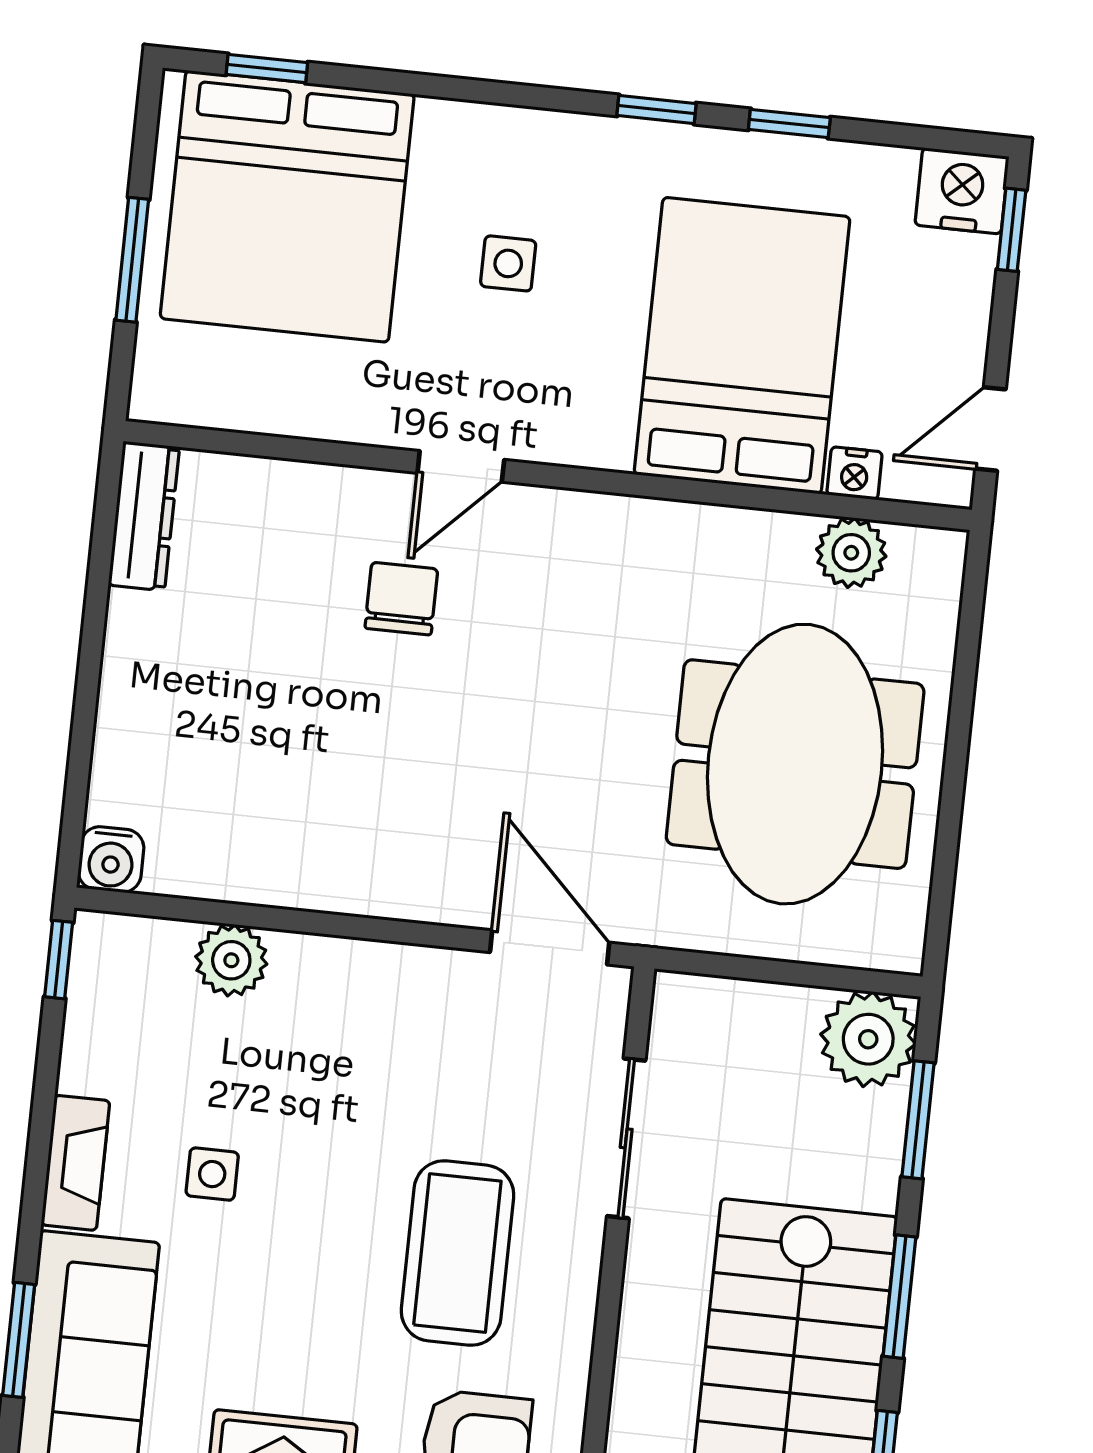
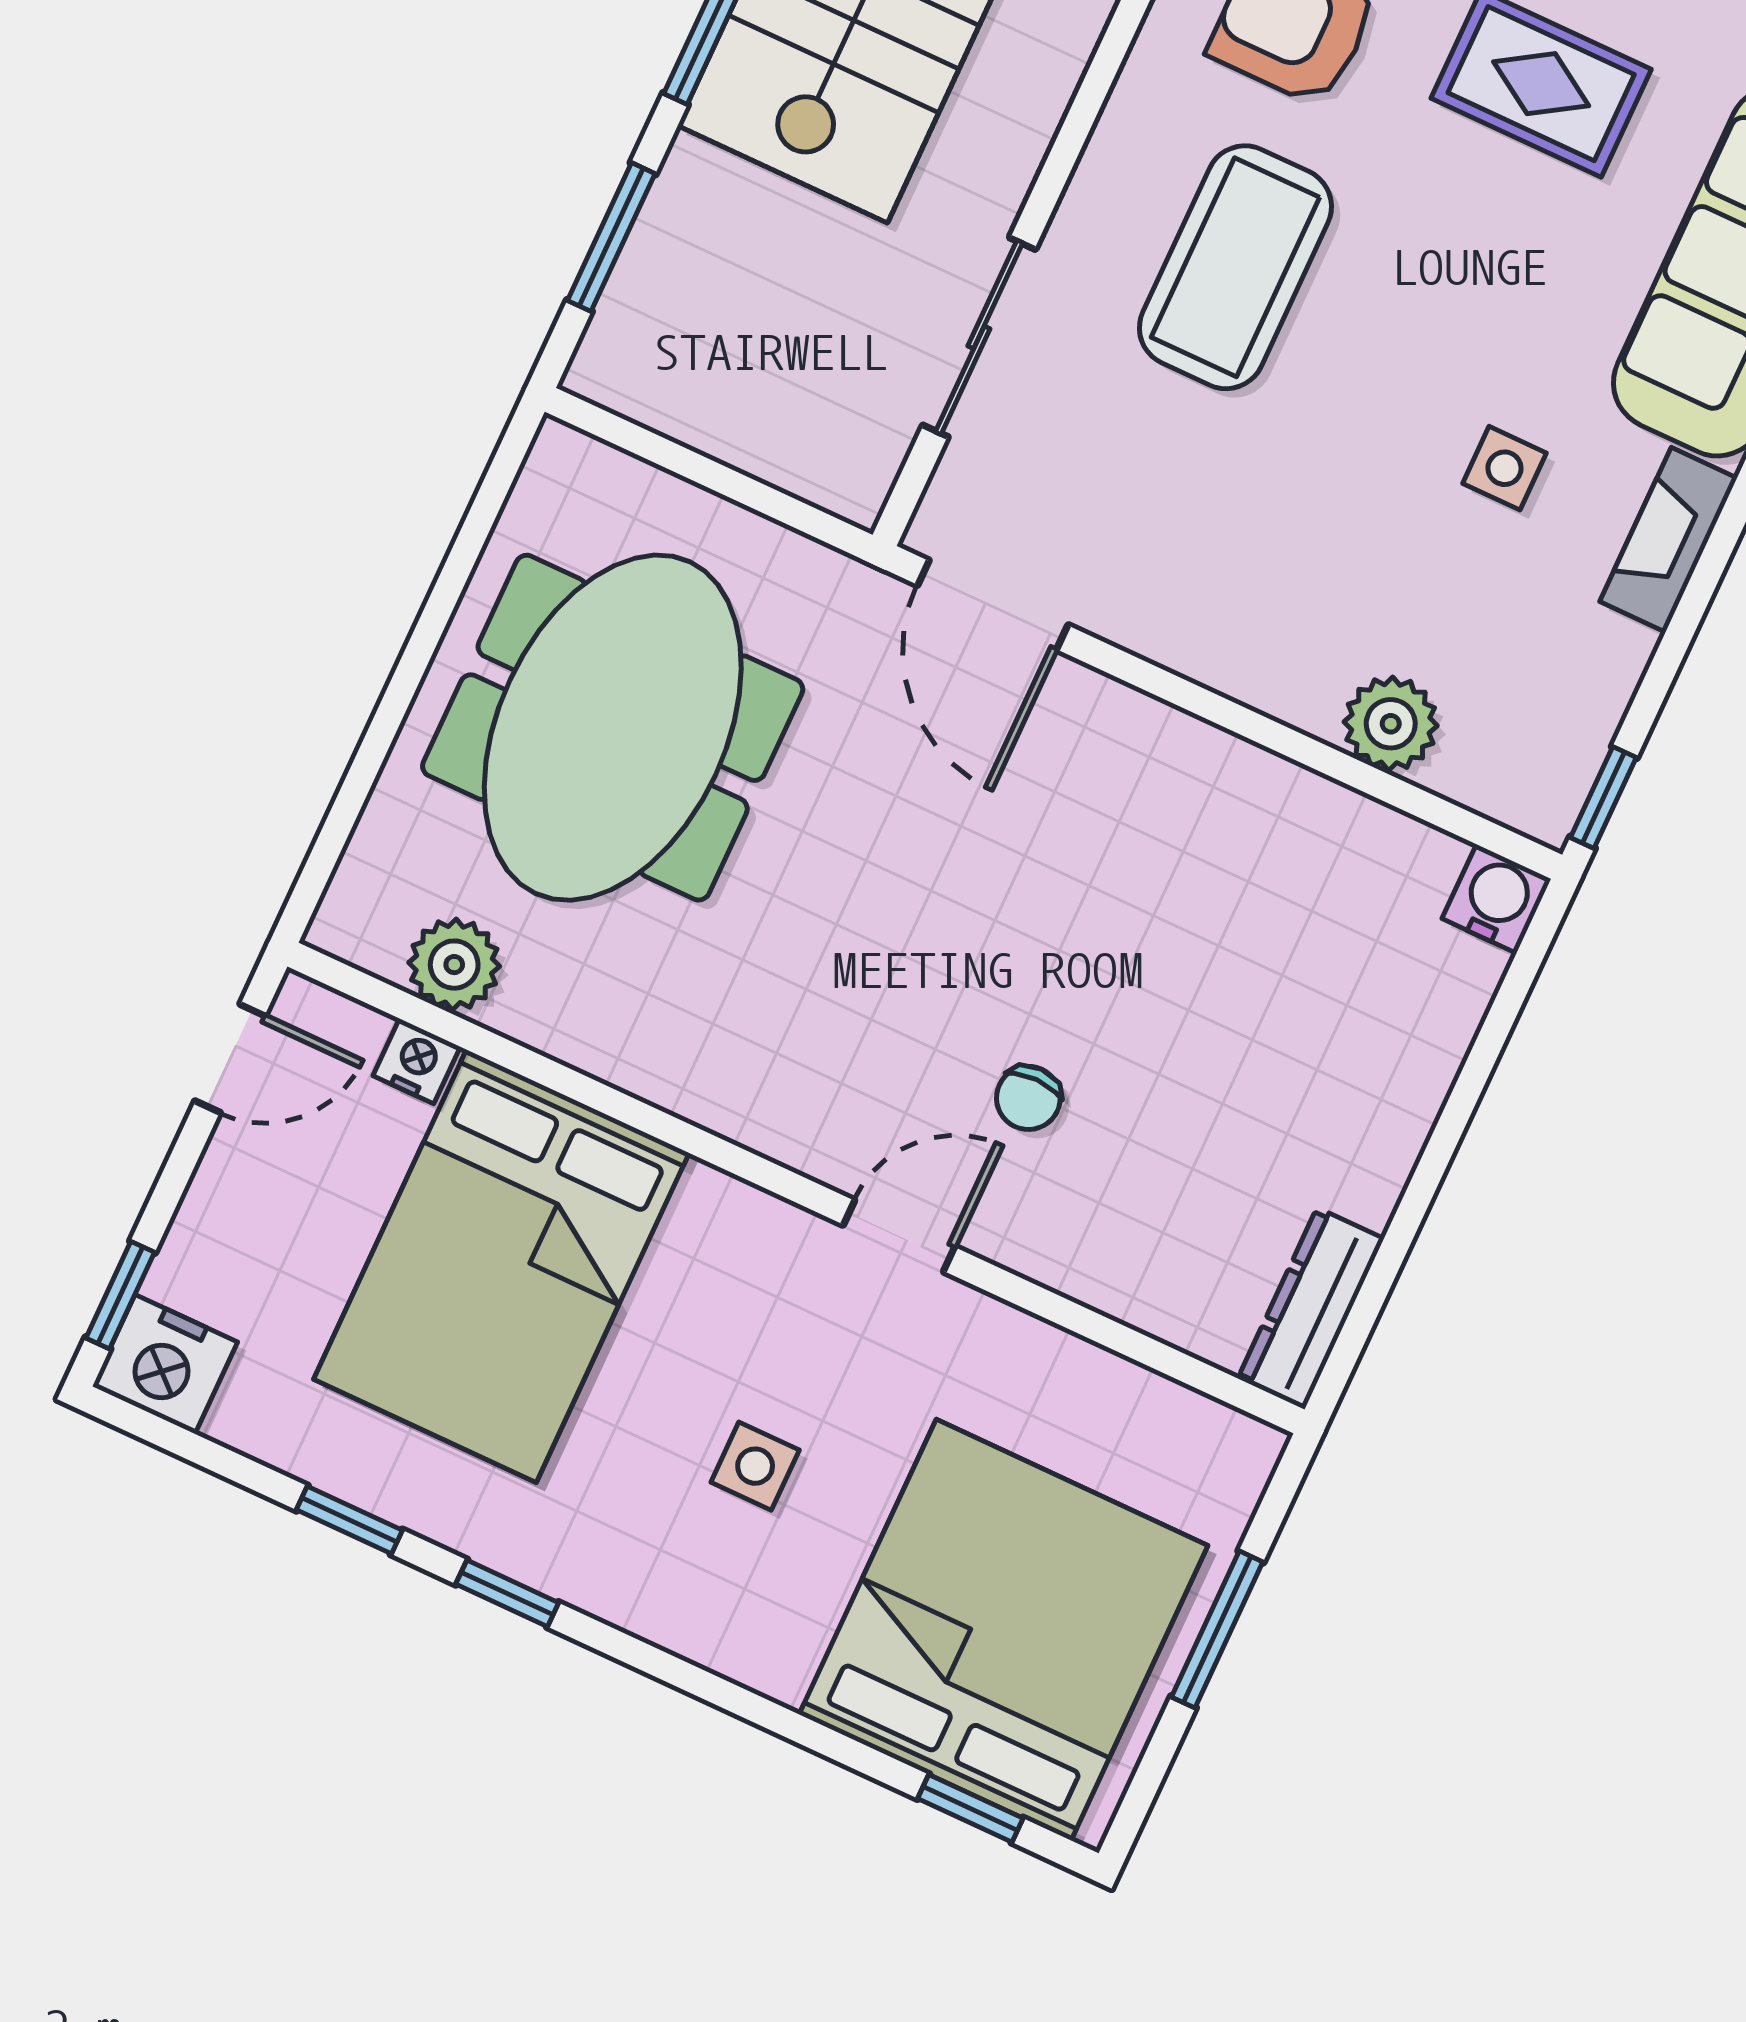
chair: (401, 599) -> (1028, 1098), width x0.73, depth x0.73
plant: (868, 1039) -> (639, 358), removed

